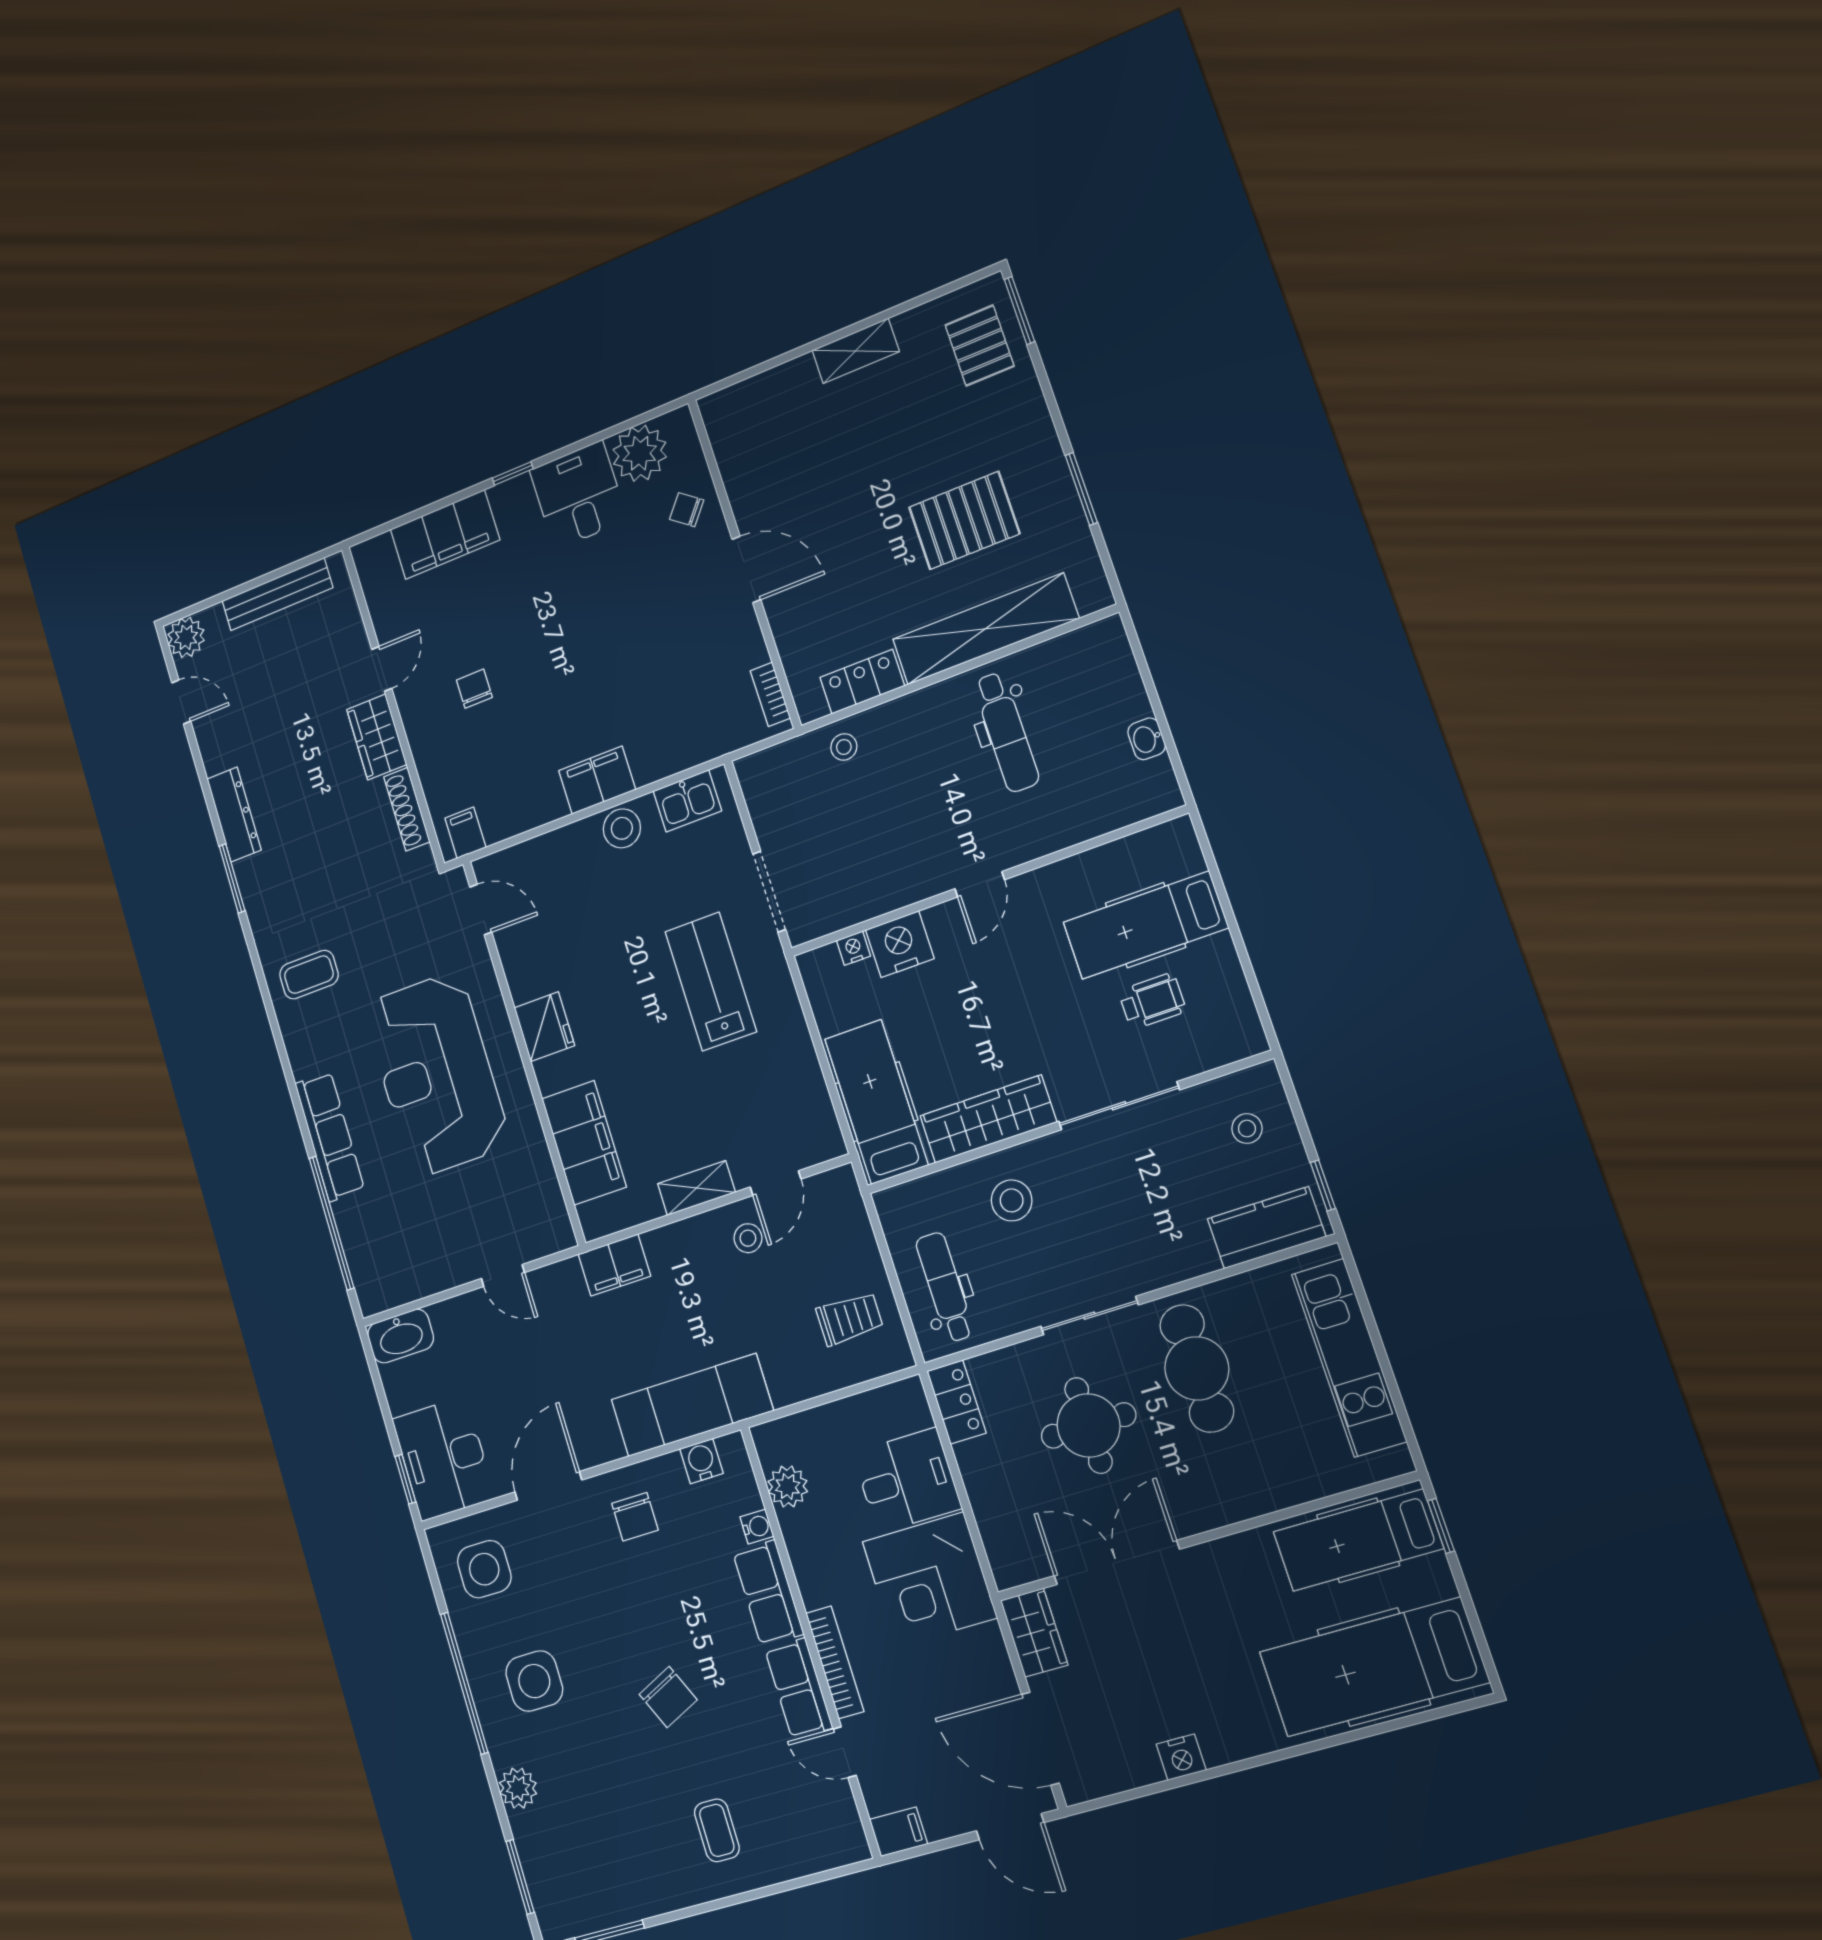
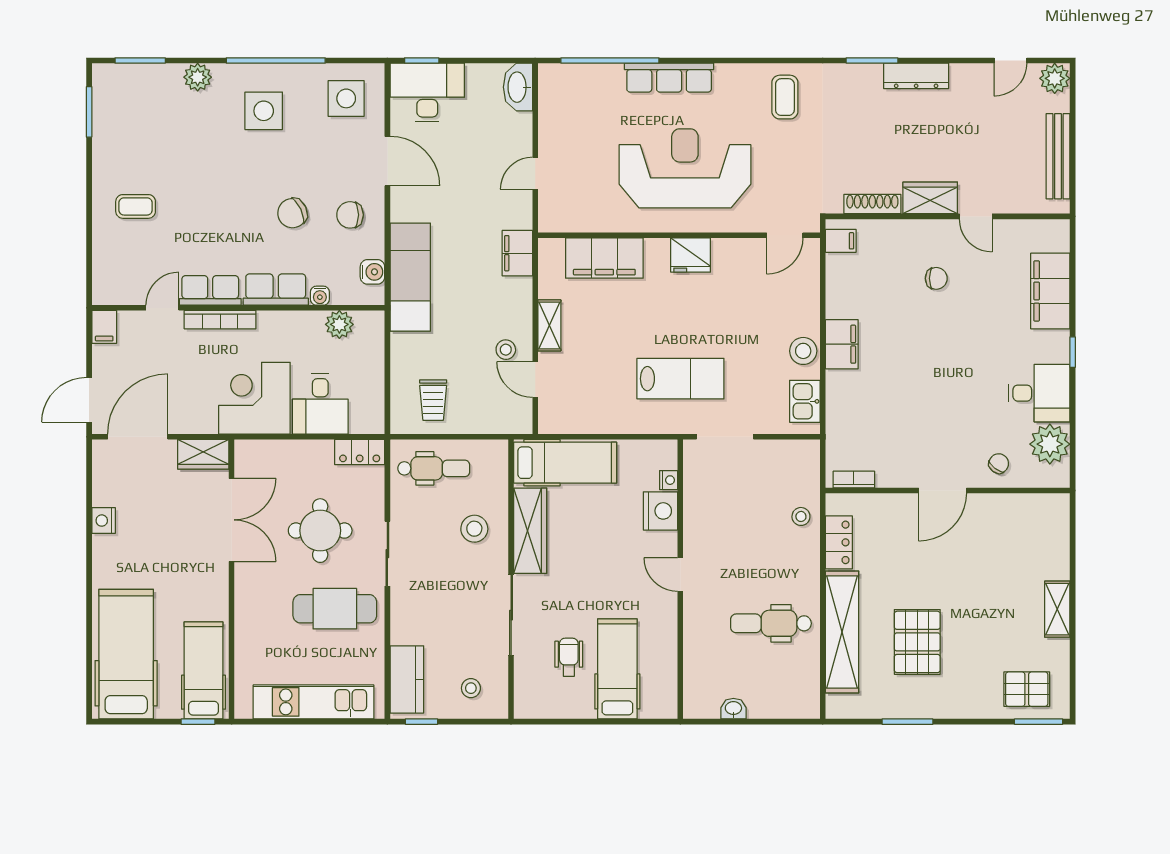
wheelchair: (1152, 1001) -> (569, 657), turned 180
chair: (668, 1697) -> (292, 213), moved

